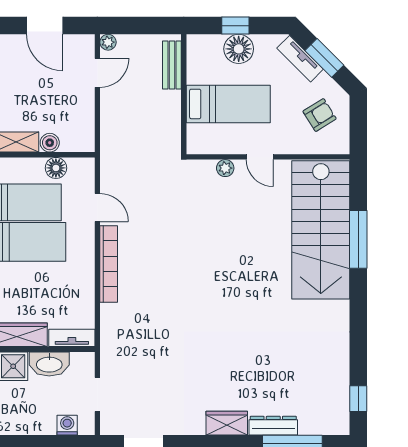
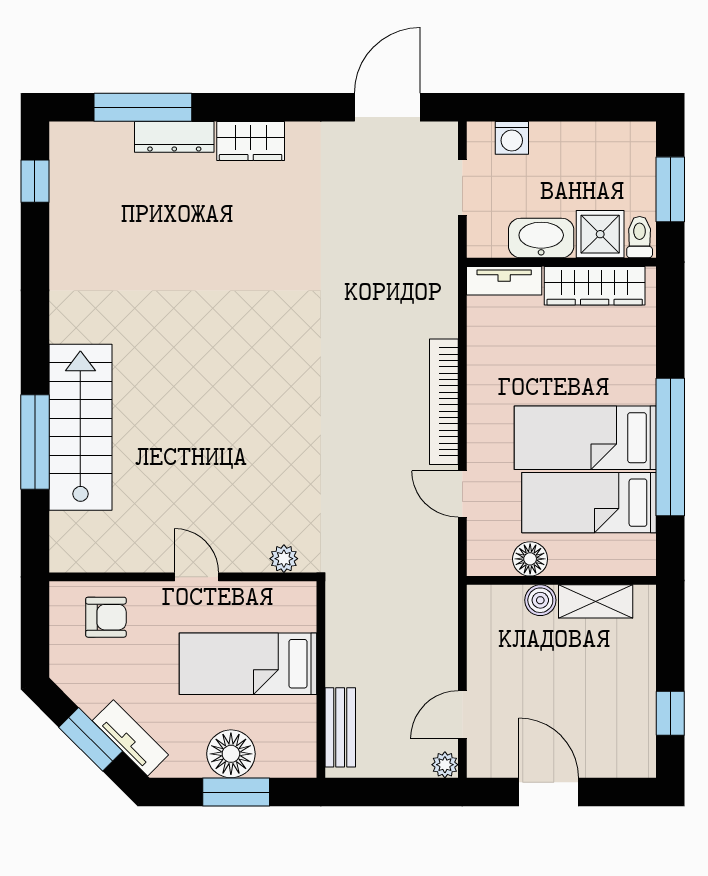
window: (235, 26) -> (236, 792), width x1.50
armchair: (320, 115) -> (106, 617), moved, turned -148
plant: (225, 168) -> (284, 559), moved
stairs: (321, 230) -> (80, 427), width x0.73, depth x0.66

